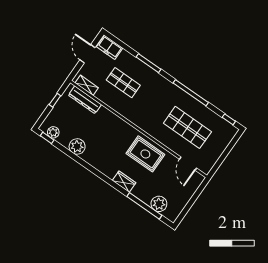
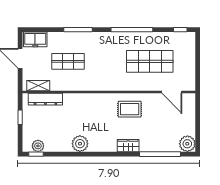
plant: (77, 146) -> (80, 144), moved
rug: (145, 154) -> (130, 109), width x0.73, depth x0.70
plant: (159, 204) -> (187, 144), moved

